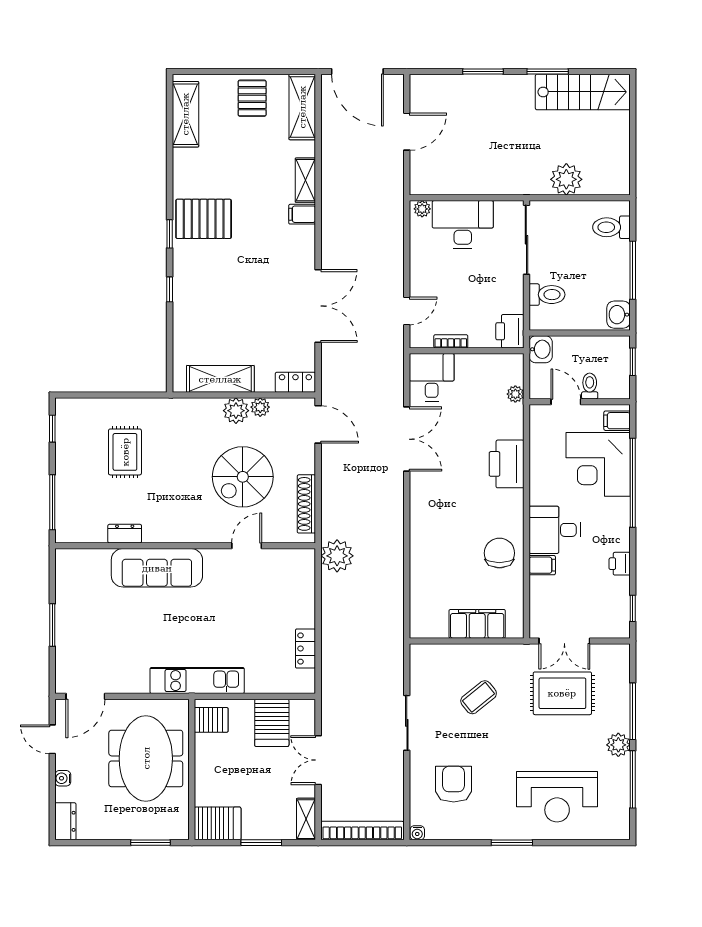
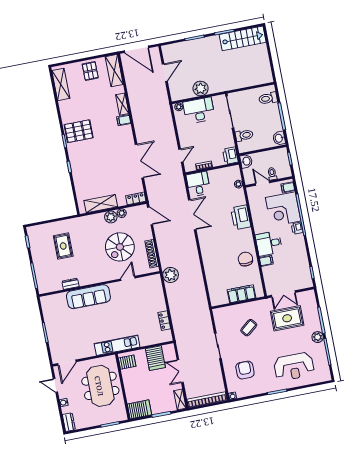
plant: (566, 179) -> (201, 88), moved
printer: (620, 564) -> (297, 228), moved

